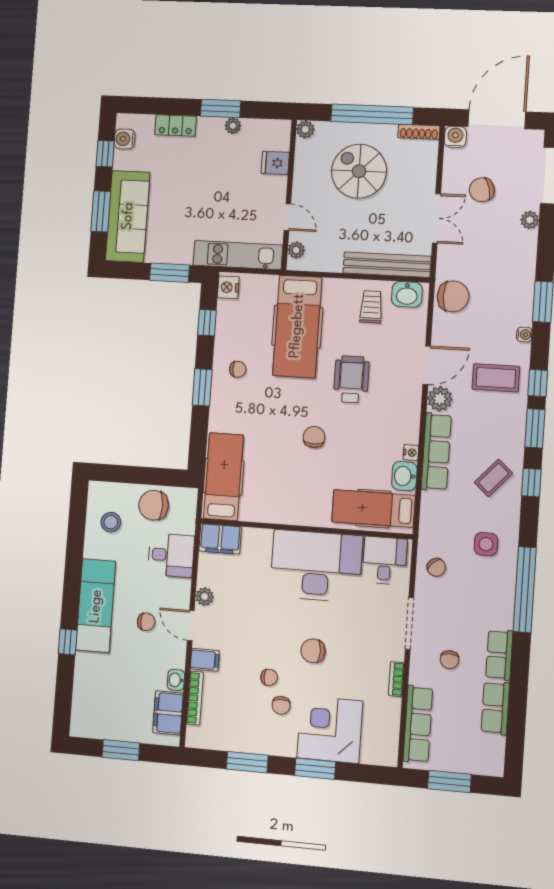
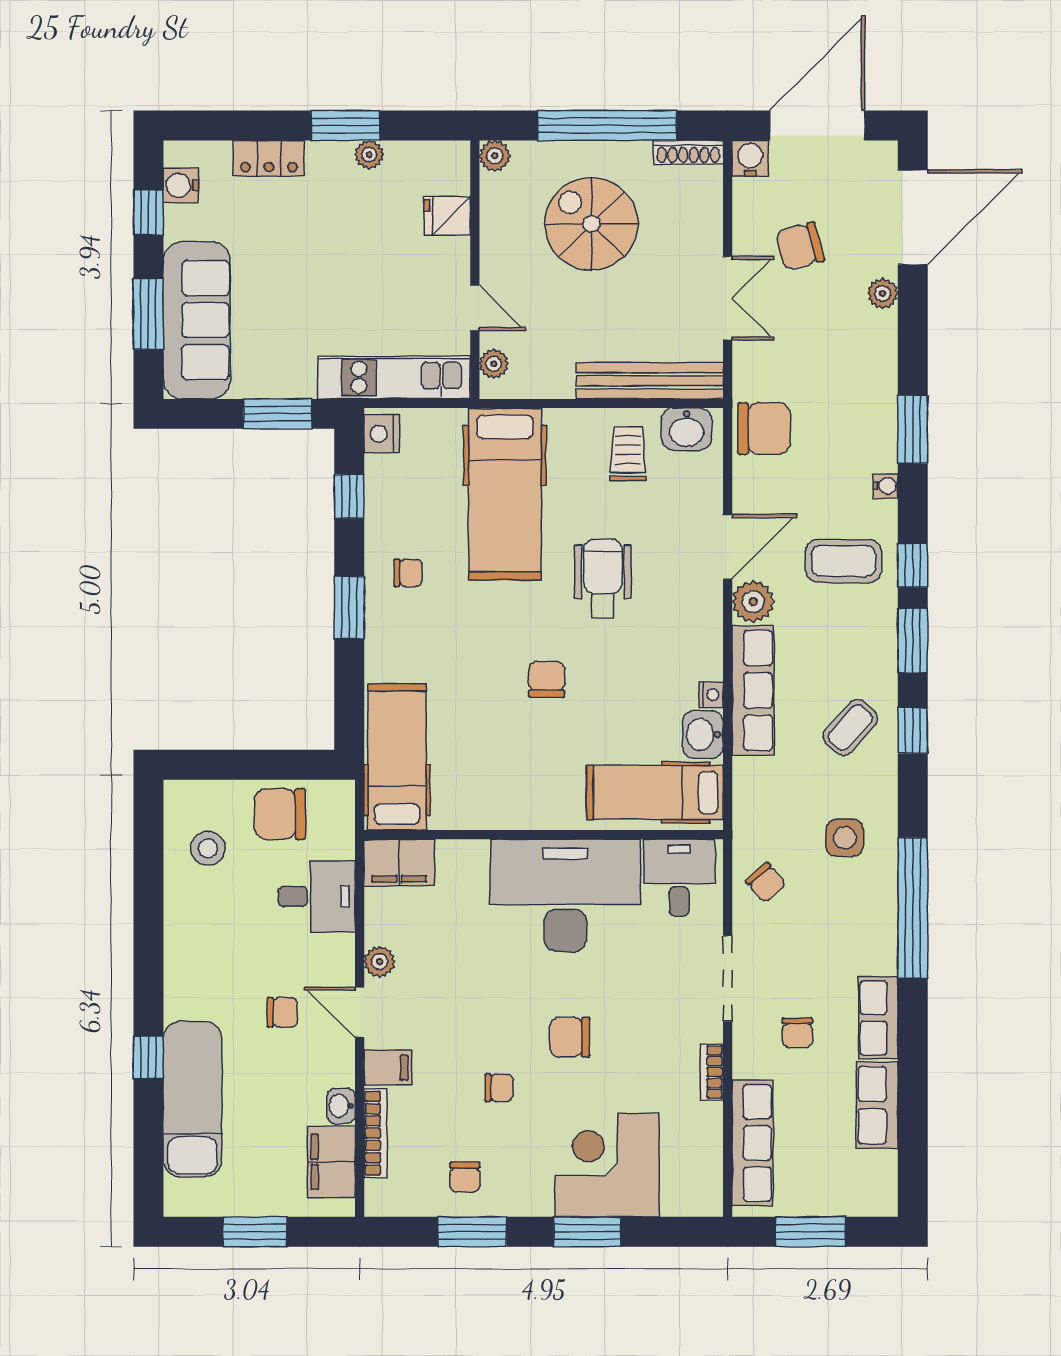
exam couch: (96, 606) -> (192, 1099), moved
chair: (281, 705) -> (465, 1177), moved

